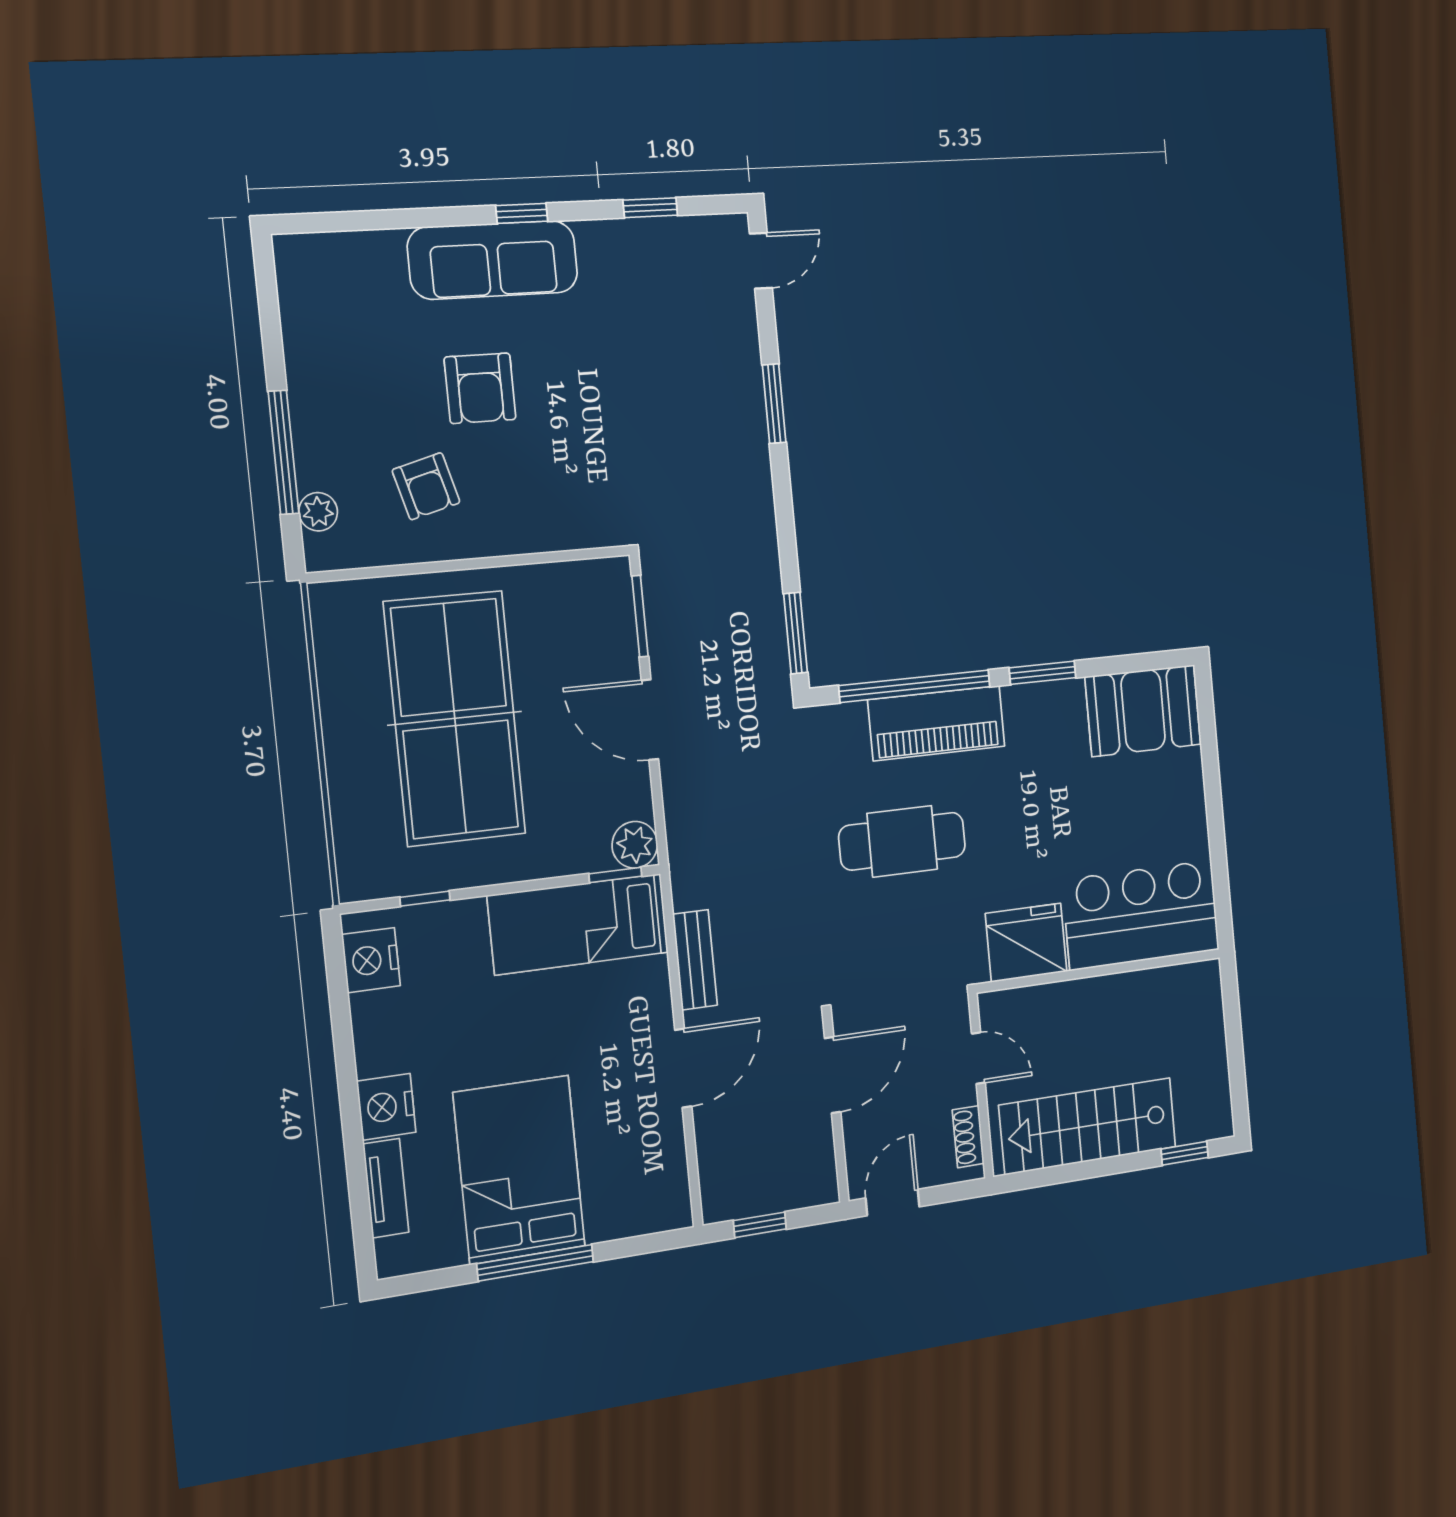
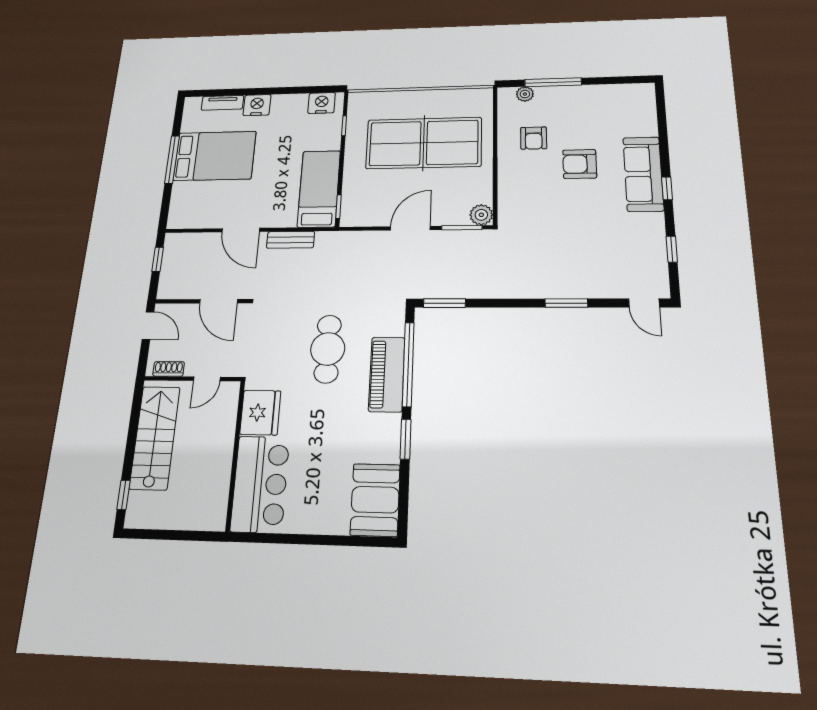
armchair: (426, 486) -> (534, 138), turned -75
plant: (635, 845) -> (481, 215), moved

